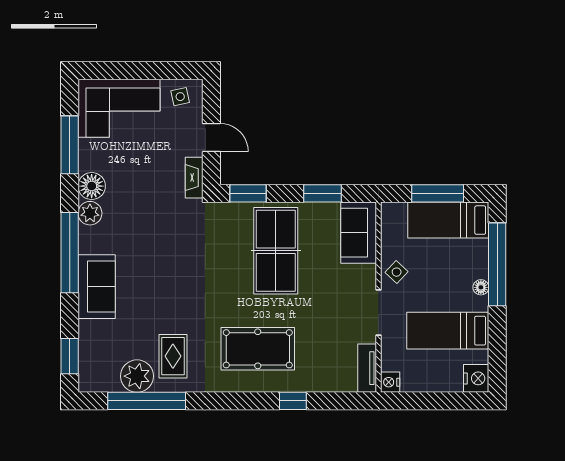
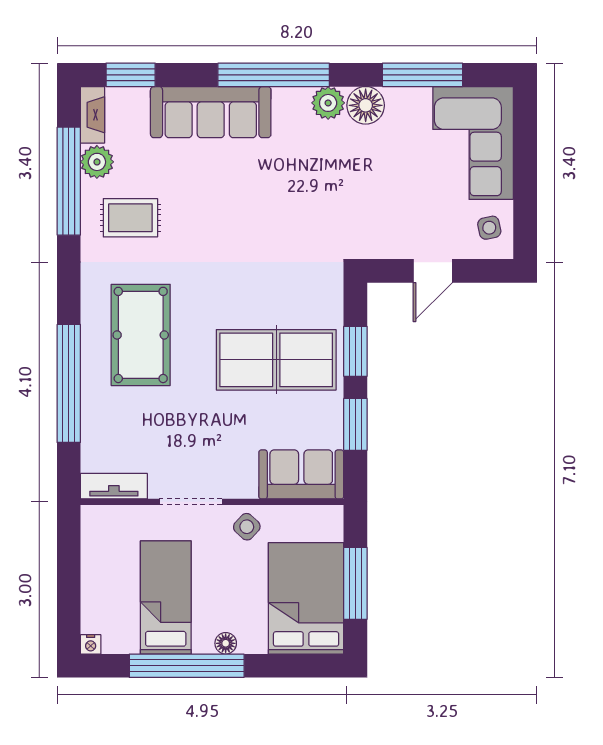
fireplace: (194, 178) -> (92, 115), moved, turned 90
window: (248, 193) -> (355, 351), moved
bed: (448, 220) -> (306, 598), width x1.50
window: (497, 264) -> (187, 666), moved
sofa: (97, 287) -> (211, 112), width x1.36
plant: (137, 376) -> (97, 162), width x0.73, depth x0.73
nightstand: (476, 378) -> (91, 644), width x0.53, depth x0.56
nightstand: (390, 382) -> (95, 518), removed
window: (293, 401) -> (69, 383), width x3.17

